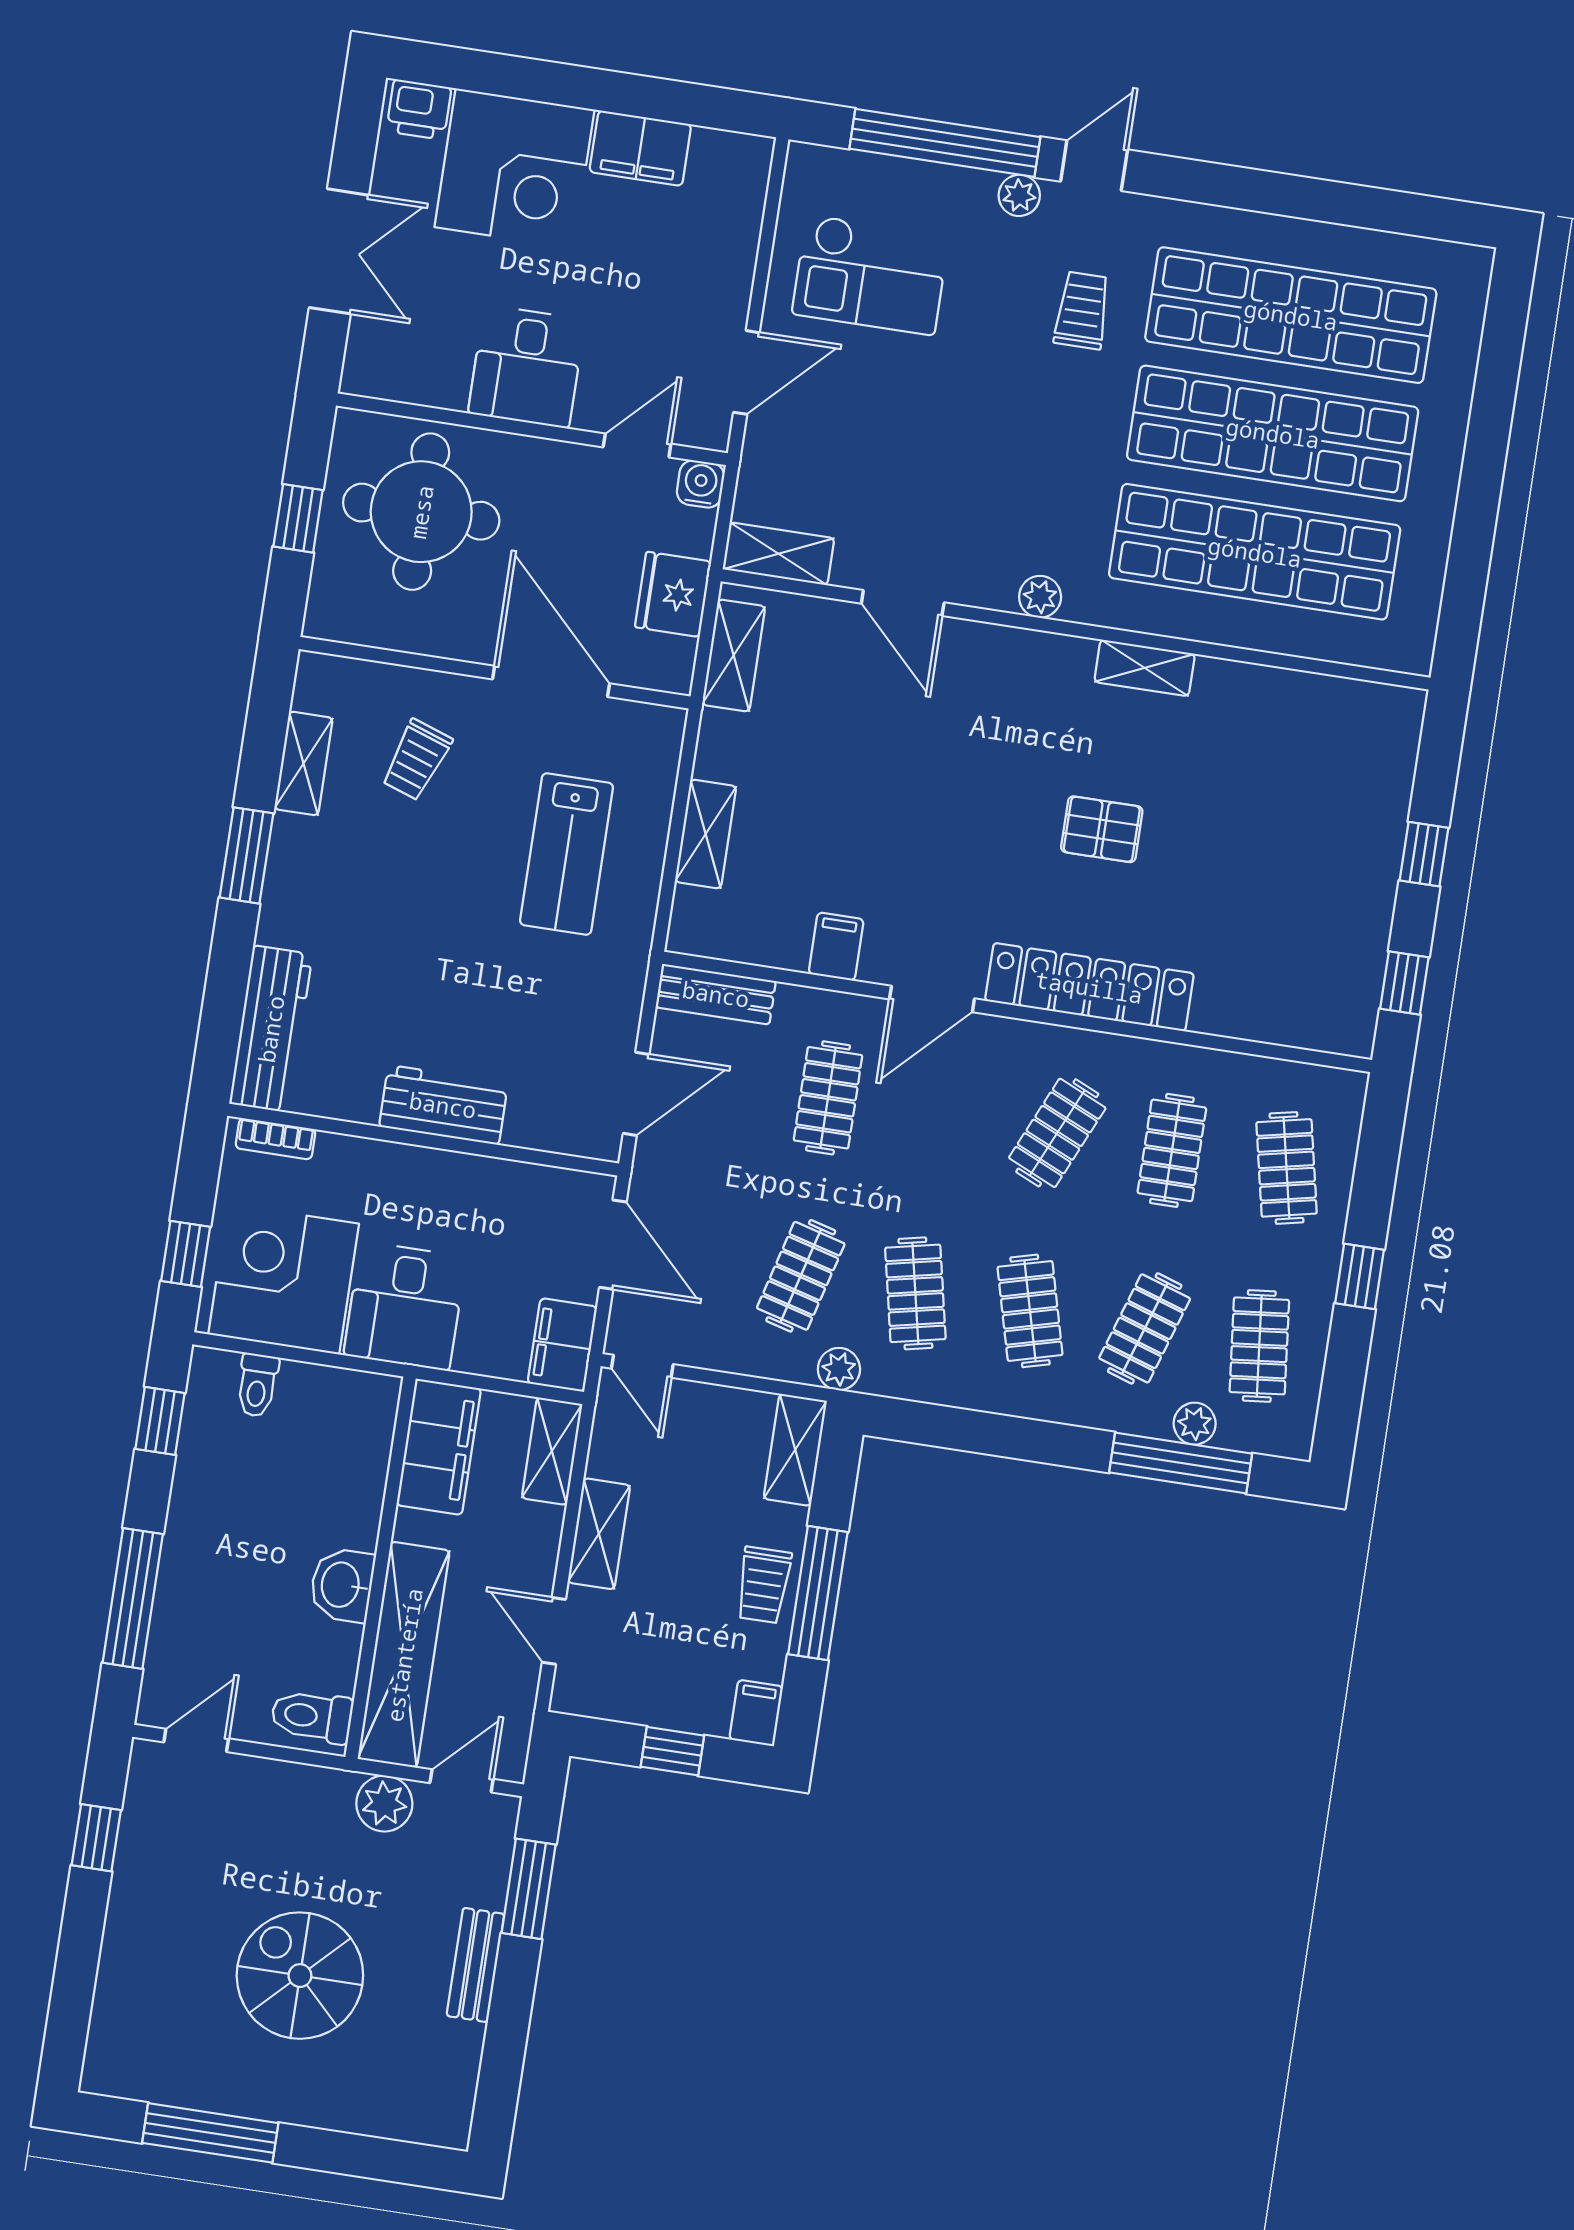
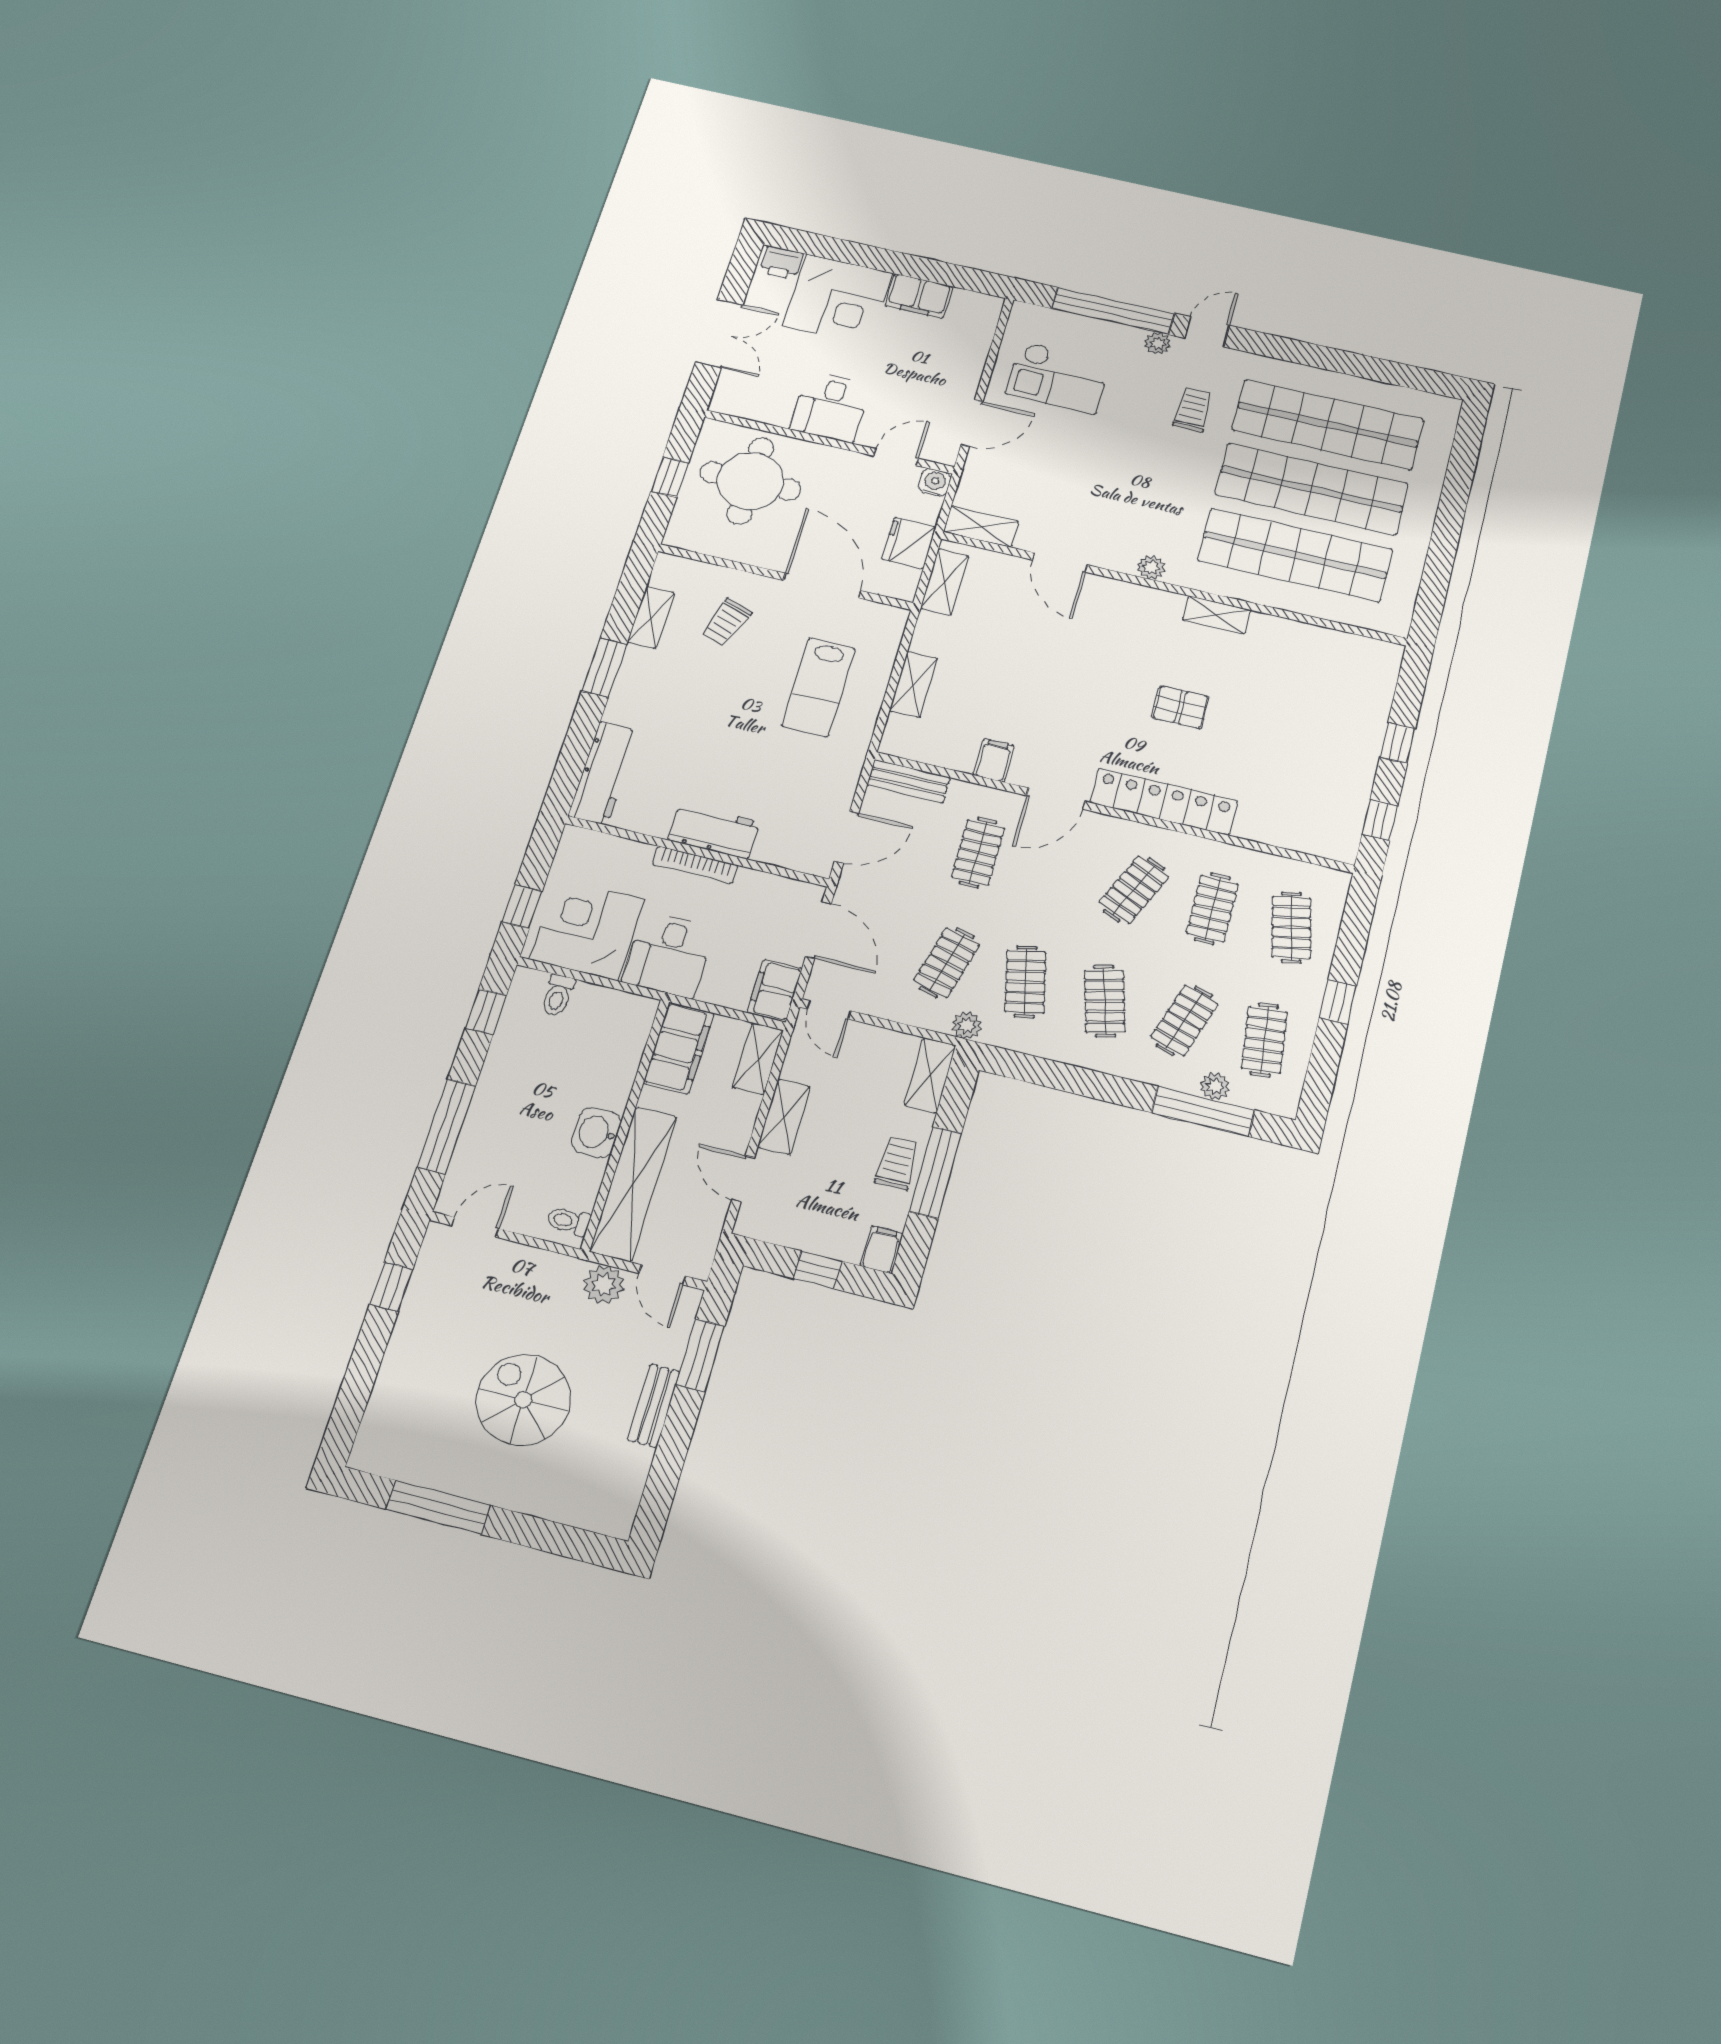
bookcase: (275, 1139) -> (695, 865), moved, width x1.56
trolley: (764, 1585) -> (897, 1163), turned 180
toilet: (312, 1716) -> (568, 1221), width x0.73, depth x0.72
door: (462, 1781) -> (662, 1275), swing flipped

